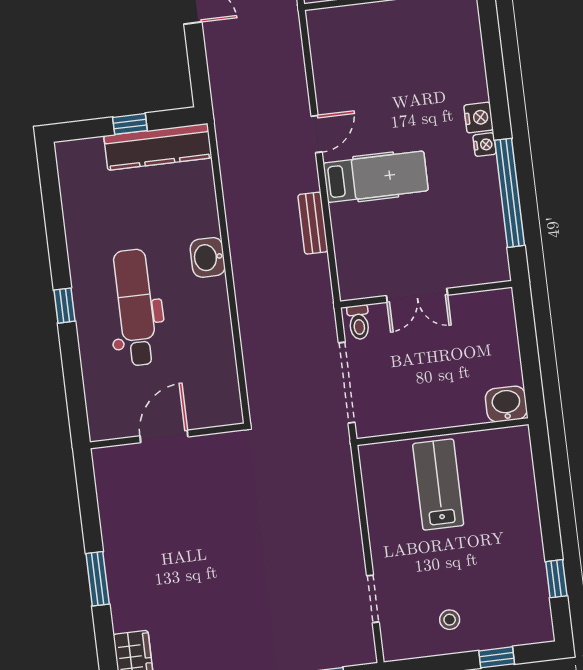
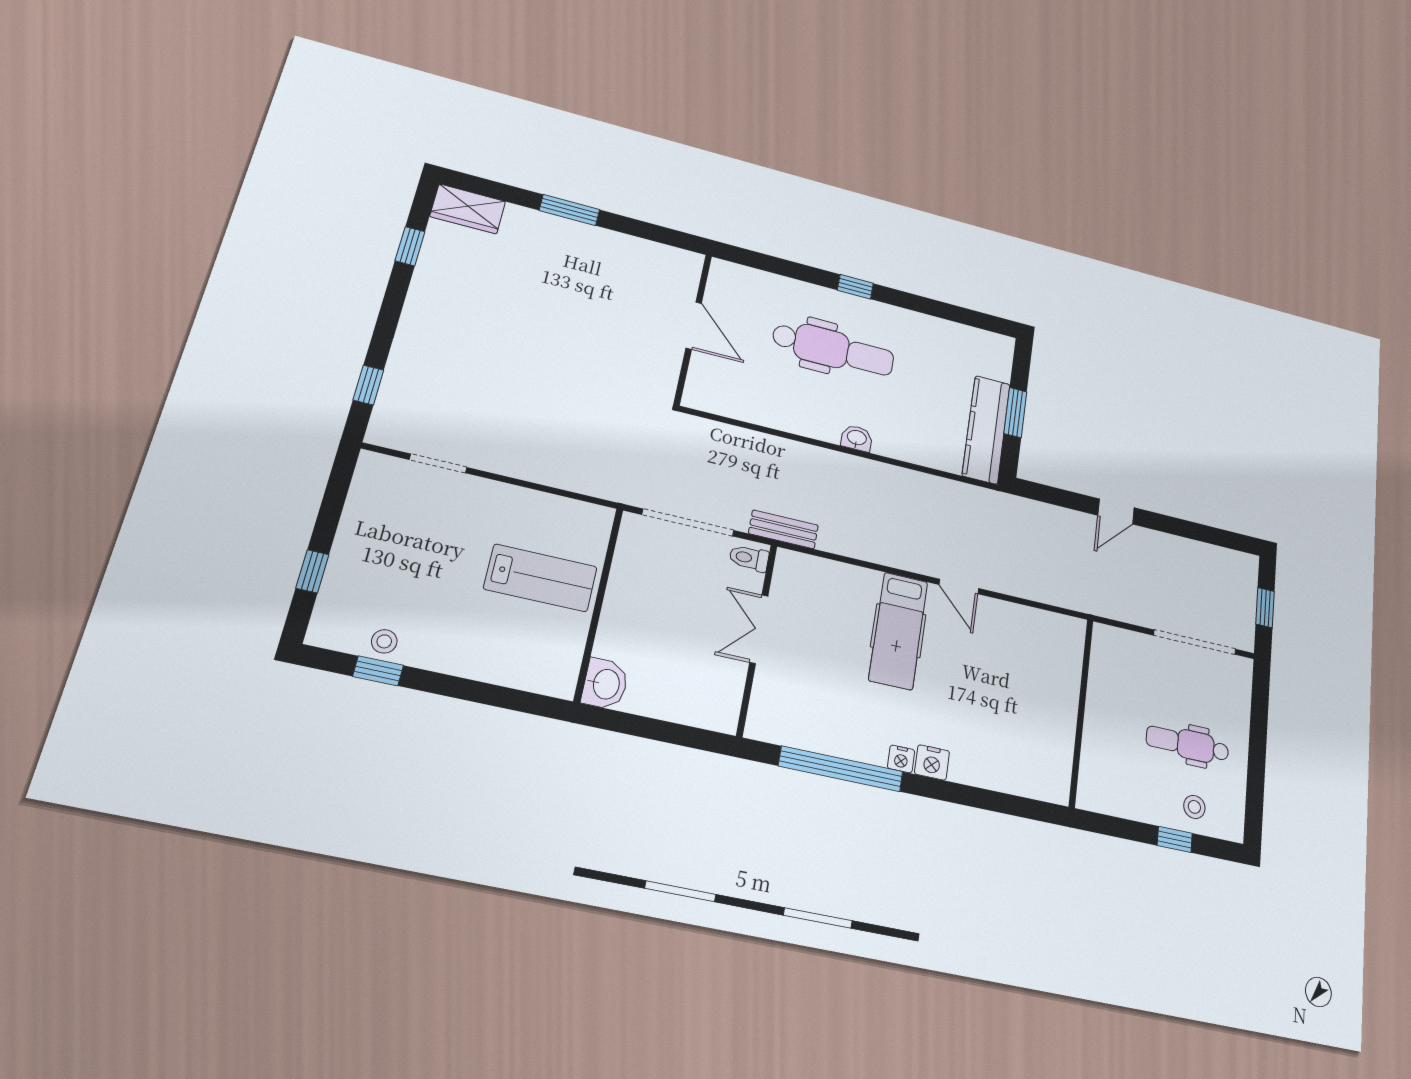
window: (130, 124) -> (1015, 413), width x1.50
bench: (313, 223) -> (783, 529), moved
washbasin: (208, 257) -> (857, 438), width x0.72, depth x0.69
stool: (450, 620) -> (384, 641), moved

